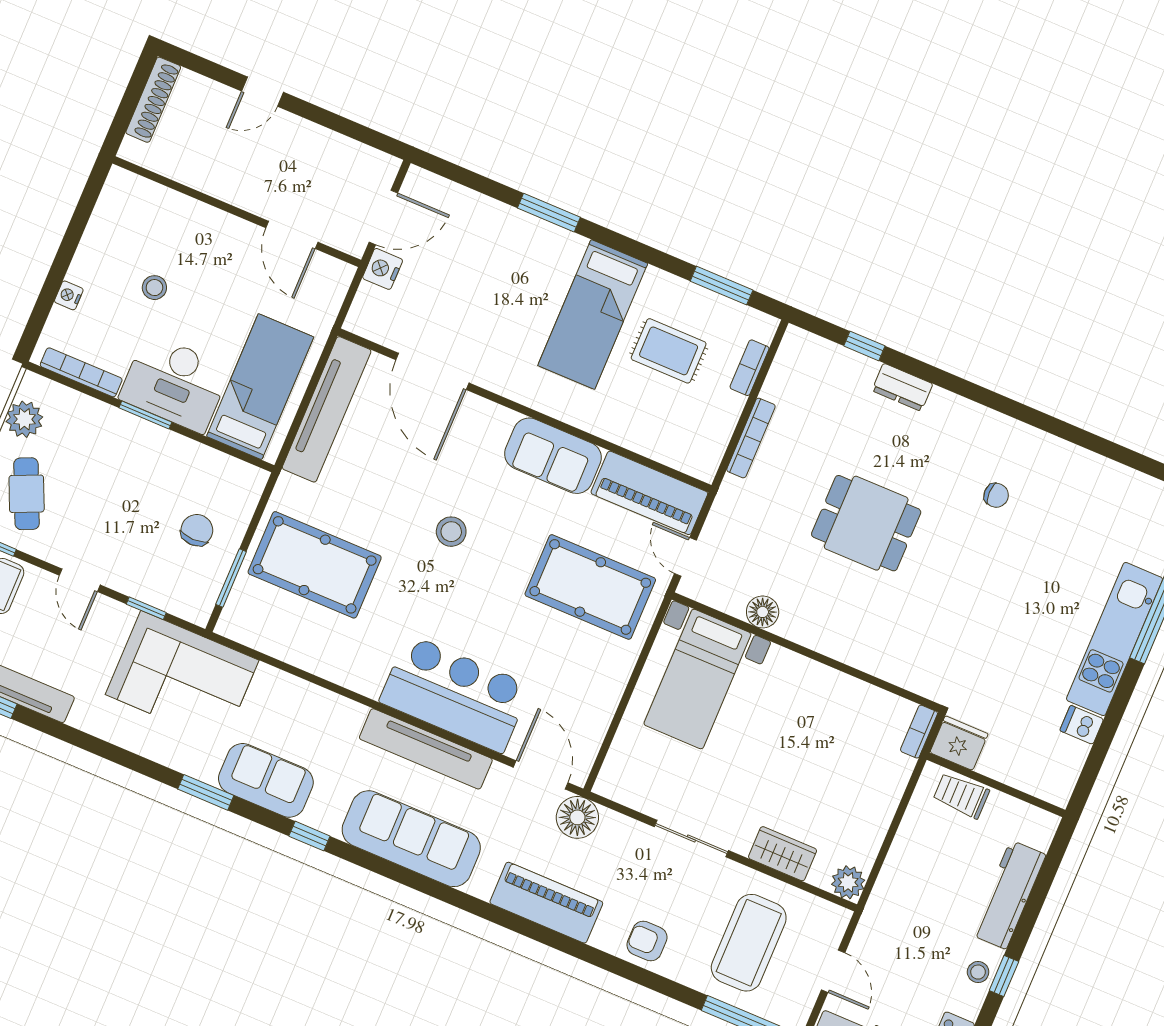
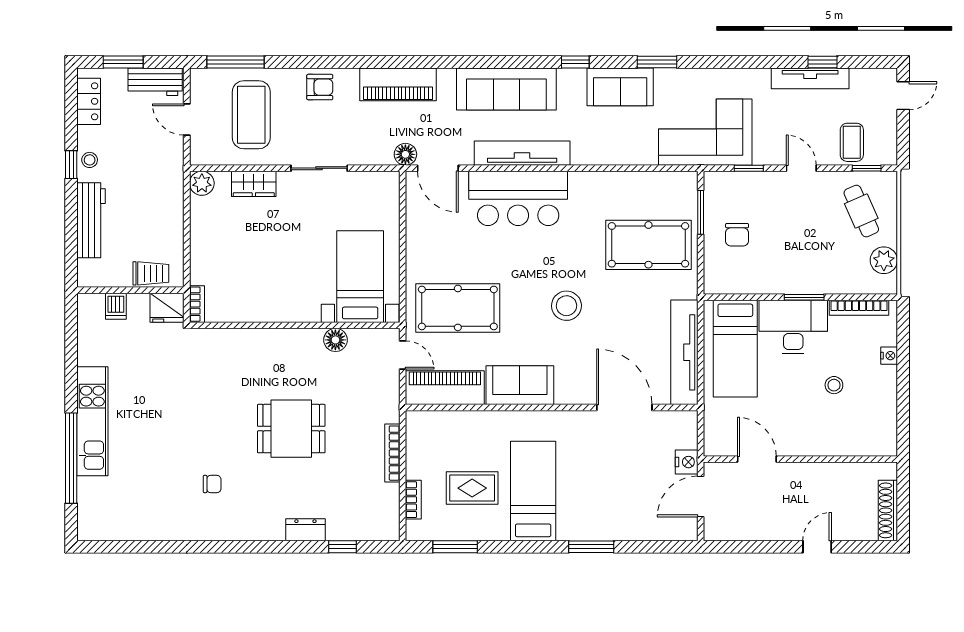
chair: (996, 495) -> (212, 484), turned 180
stool: (451, 532) -> (566, 306), width x1.38, depth x1.38
dishwasher: (1082, 725) -> (116, 306), moved, turned 90
floor lamp: (577, 817) -> (405, 154), width x0.73, depth x0.73

